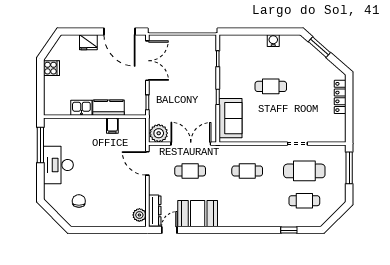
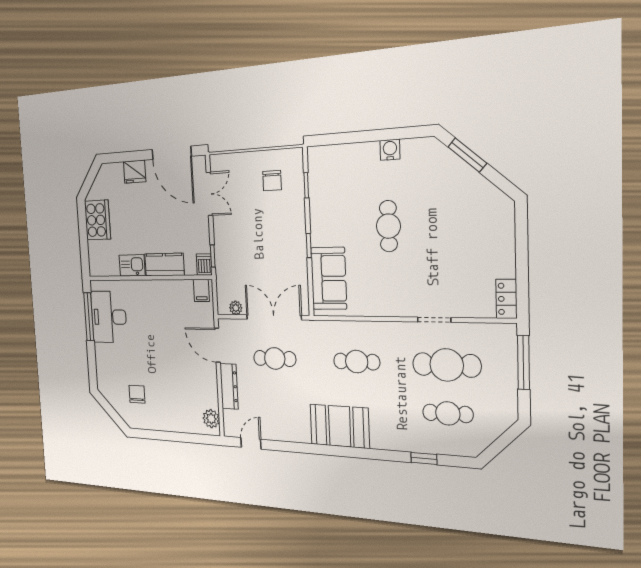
chair: (194, 55) -> (272, 181), added
double door: (147, 61) -> (209, 194), width x0.73
cooker: (51, 68) -> (97, 220), width x1.87, depth x1.31
cafe table: (271, 86) -> (388, 226), turned 90
locker: (340, 97) -> (506, 299), moved, width x0.66
dishwasher: (140, 108) -> (204, 265), added
filing cabinet: (112, 126) -> (201, 290), moved
plant: (159, 133) -> (236, 308), width x0.53, depth x0.53
desk: (58, 165) -> (109, 317), moved
dresser: (155, 211) -> (229, 386), moved
booth: (198, 214) -> (340, 426), moved

